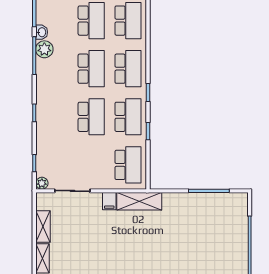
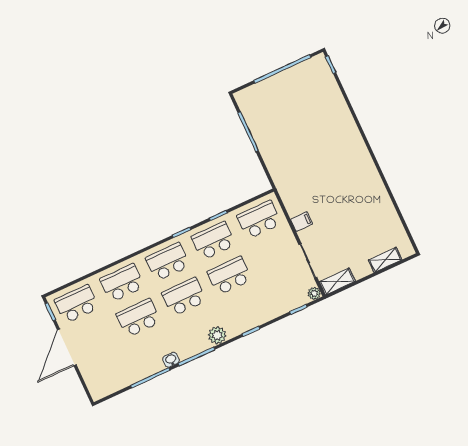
plant: (44, 49) -> (217, 335), moved
shelving: (139, 201) -> (289, 193), removed
shelving: (43, 227) -> (337, 281), moved

